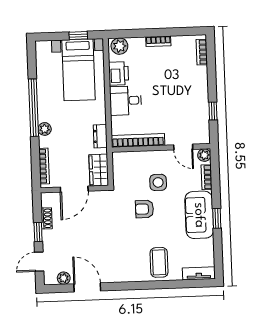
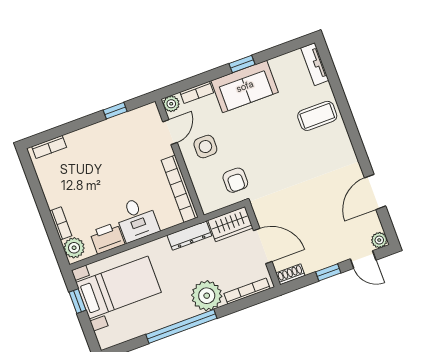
bookcase: (158, 41) -> (61, 223), moved
plant: (45, 129) -> (207, 296), width x1.88, depth x1.88
dresser: (100, 136) -> (189, 236), width x1.44
side table: (158, 182) -> (205, 147), moved
armchair: (144, 209) -> (235, 180), moved
shoe rack: (47, 218) -> (290, 274), moved
plant: (64, 278) -> (379, 240), moved

